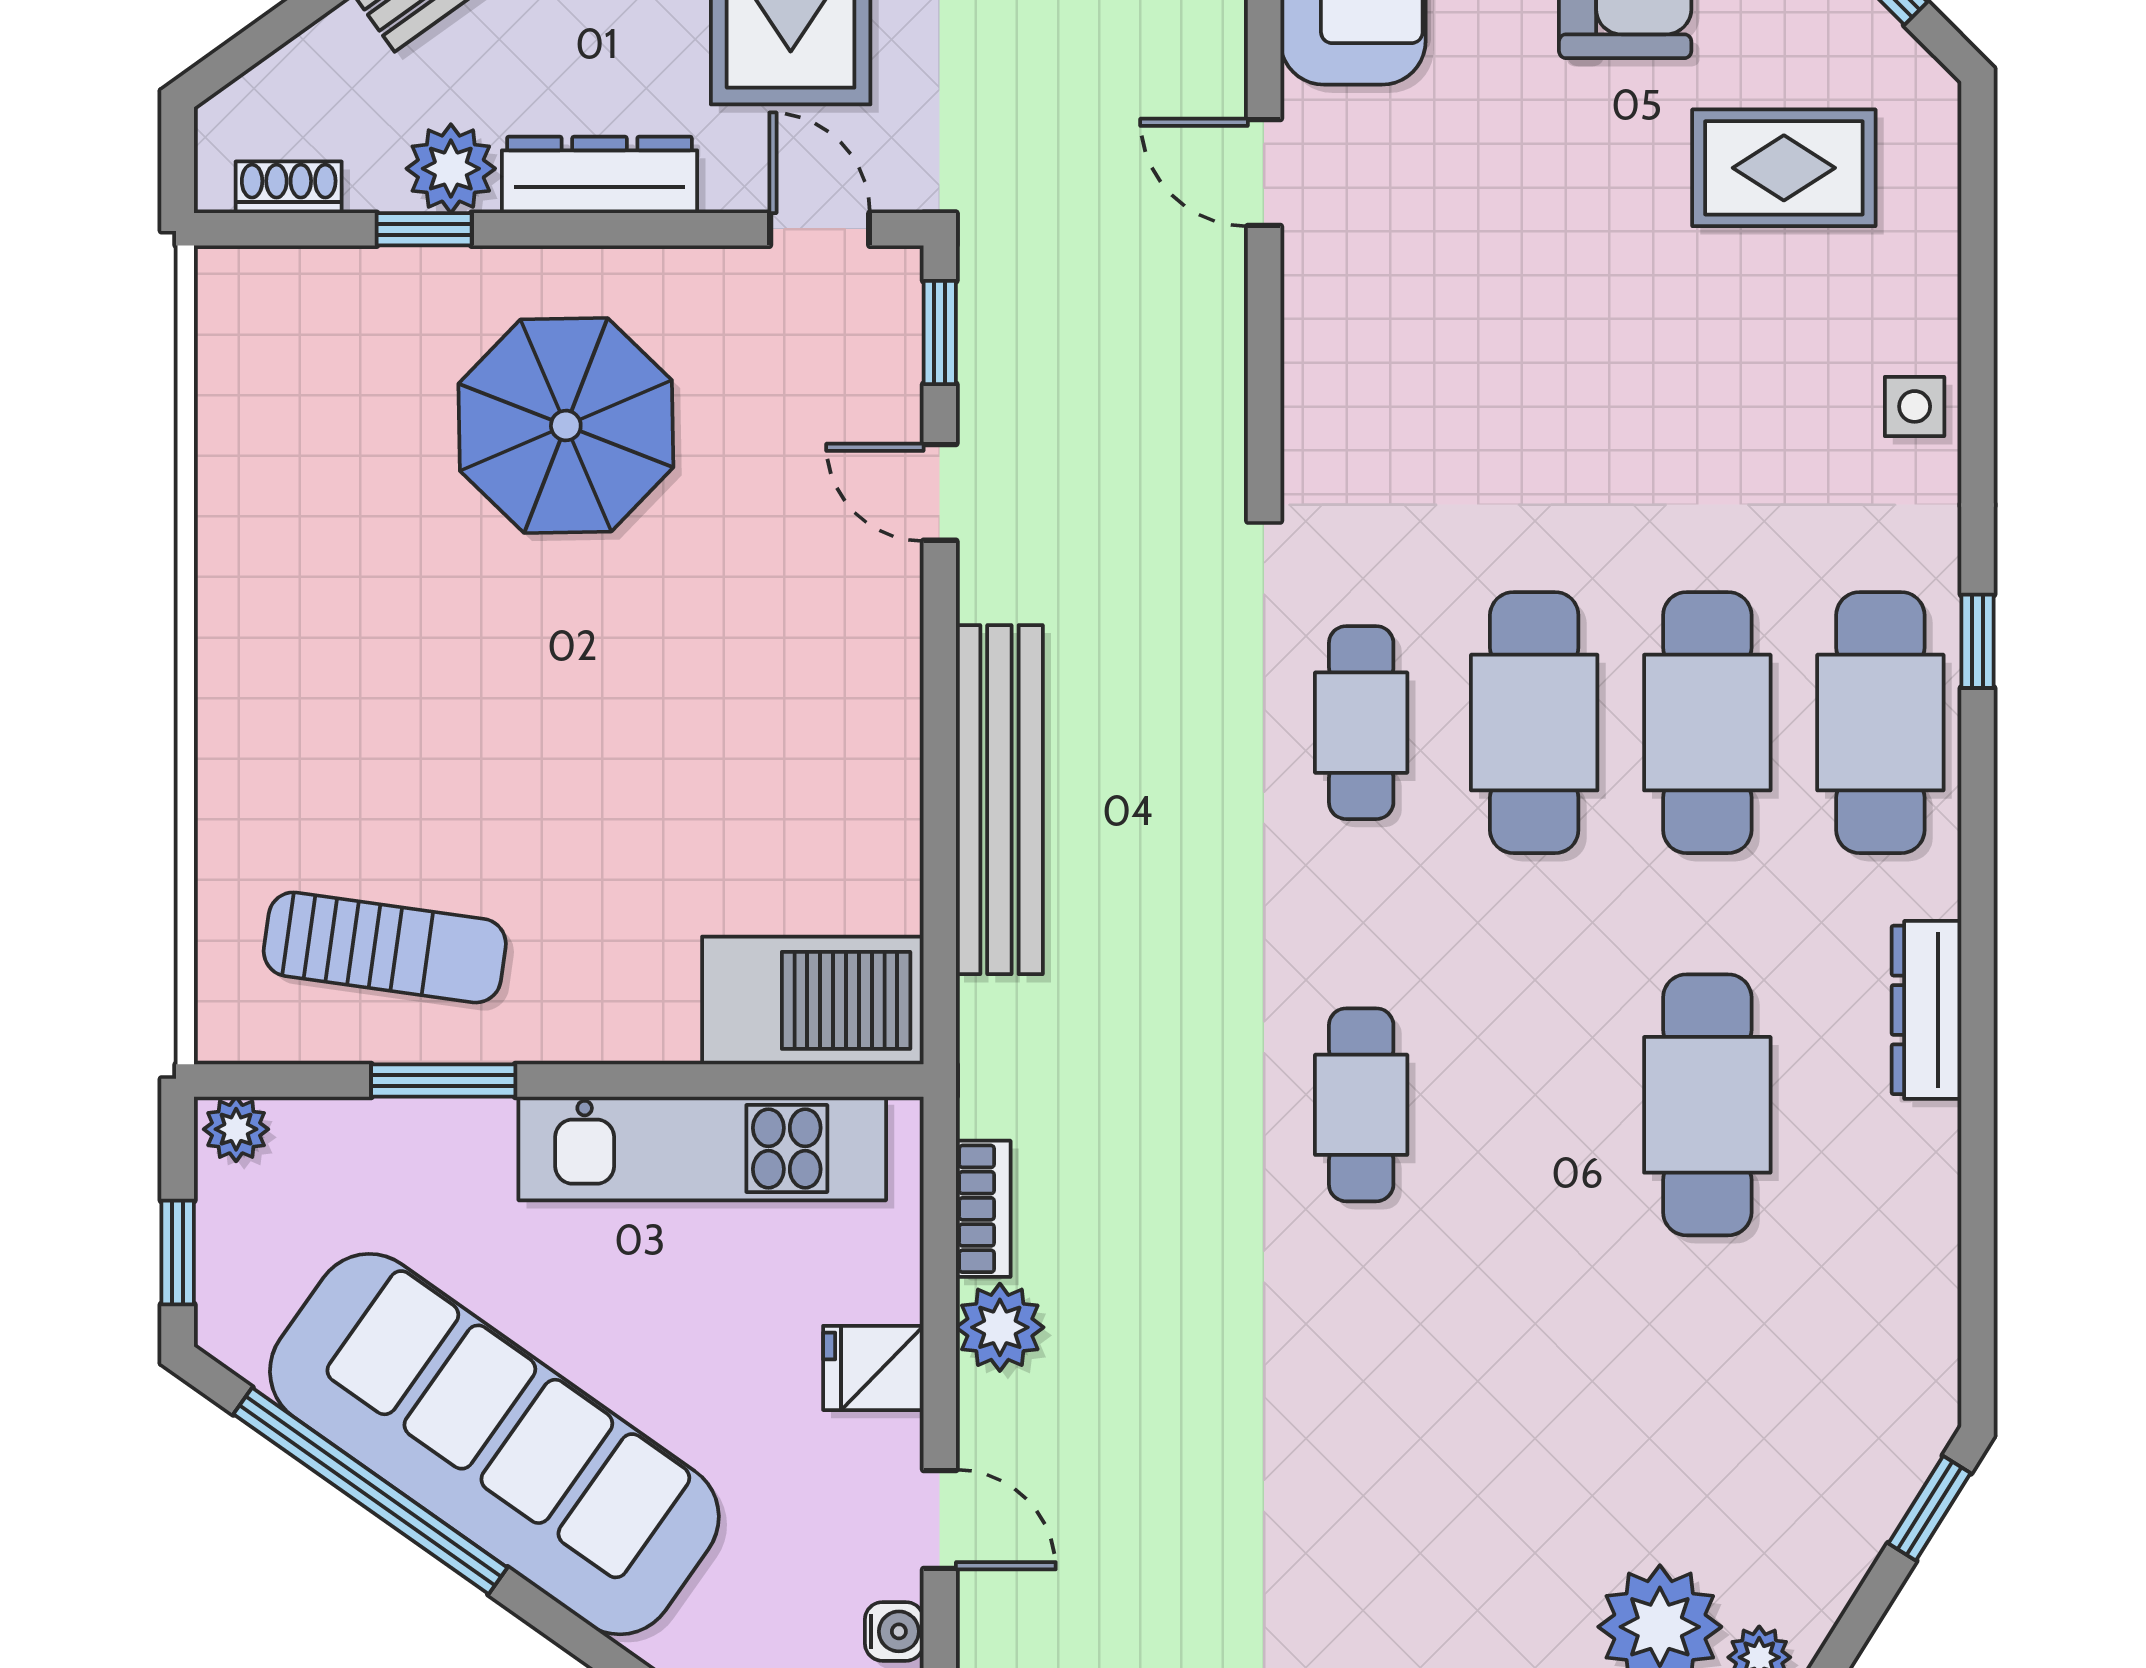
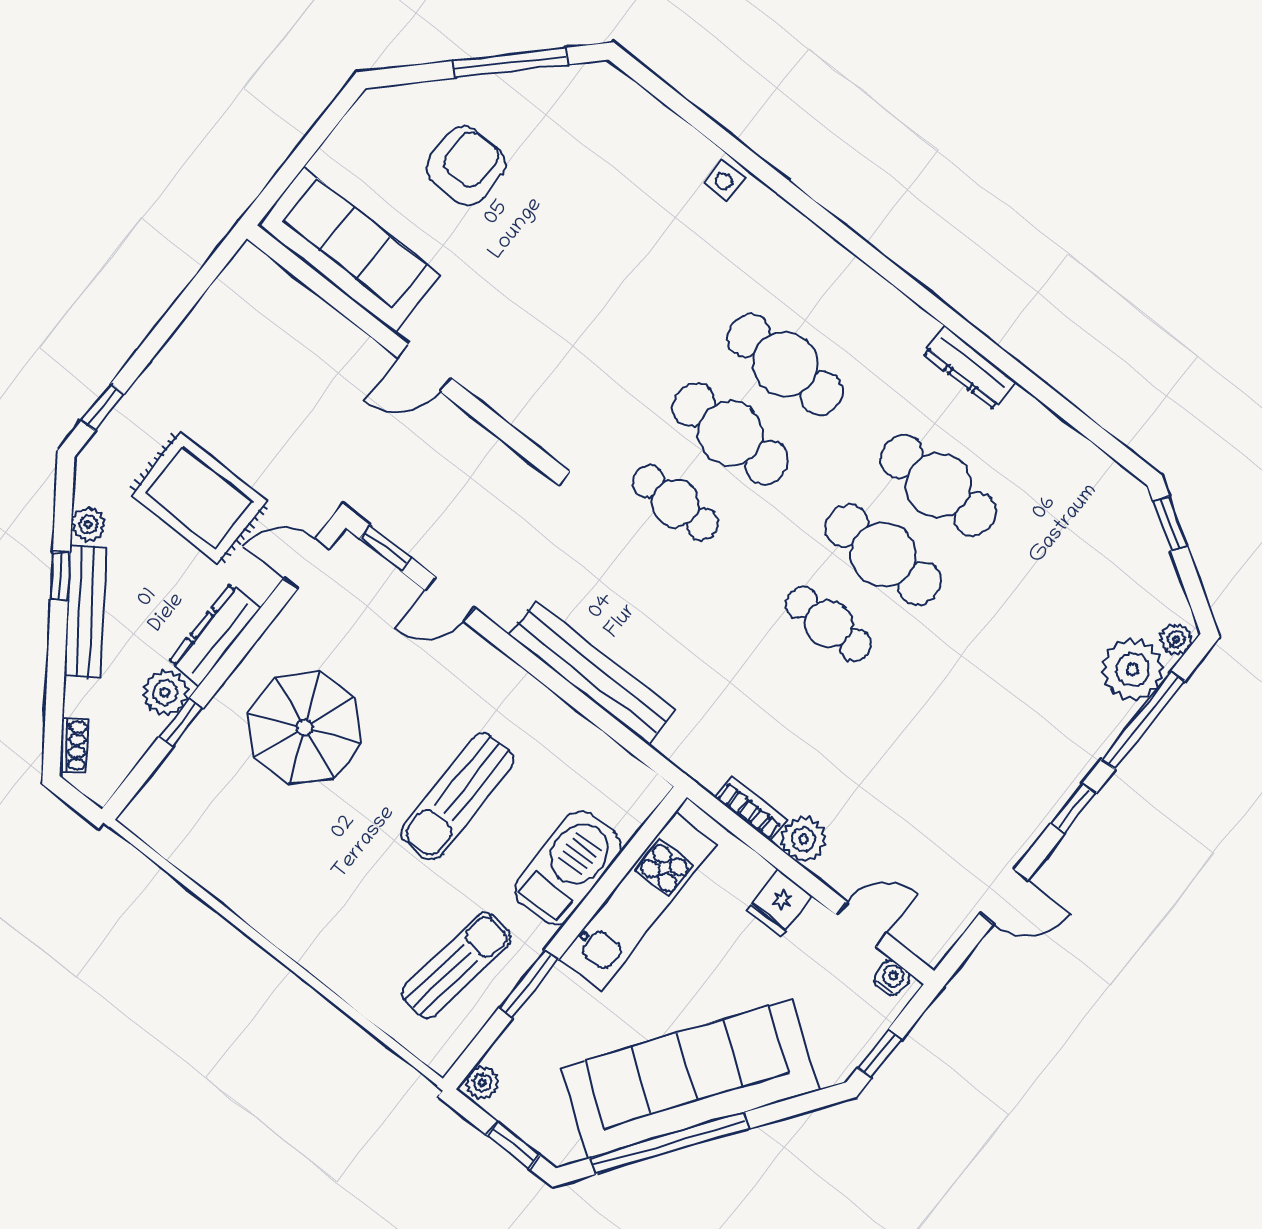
rug: (1784, 168) -> (587, 158), removed
shoe rack: (289, 187) -> (74, 746), moved, turned 144
window: (1977, 641) -> (838, 230), removed
cafe table: (1880, 723) -> (883, 555), moved
sun lounger: (646, 743) -> (457, 796), added
barbecue: (813, 1000) -> (568, 868), moved

